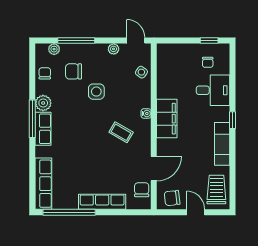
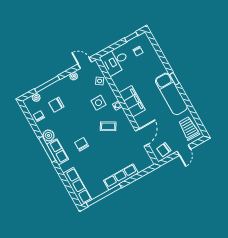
desk: (213, 90) -> (115, 61), moved, turned 180
side table: (96, 92) -> (99, 103), moved
exam couch: (222, 144) -> (171, 94), width x1.36, depth x1.45
chair: (142, 190) -> (82, 144), moved
door: (196, 212) -> (184, 150), swing flipped

